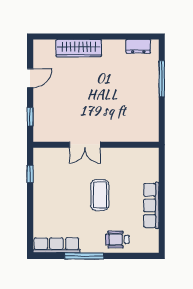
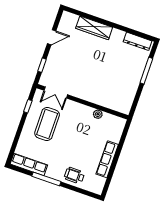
dresser: (138, 46) -> (138, 41), width x1.44
double door: (85, 145) -> (56, 93), moved
plant: (120, 154) -> (98, 114), added
coffee table: (100, 195) -> (47, 124), moved, width x1.36, depth x1.32

